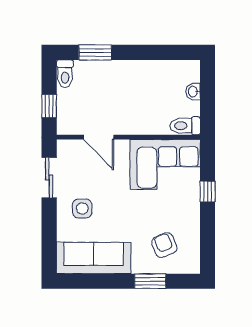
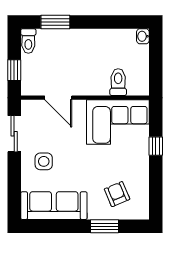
washbasin: (193, 92) -> (143, 36), moved
toilet: (185, 126) -> (118, 82), moved, turned 90

